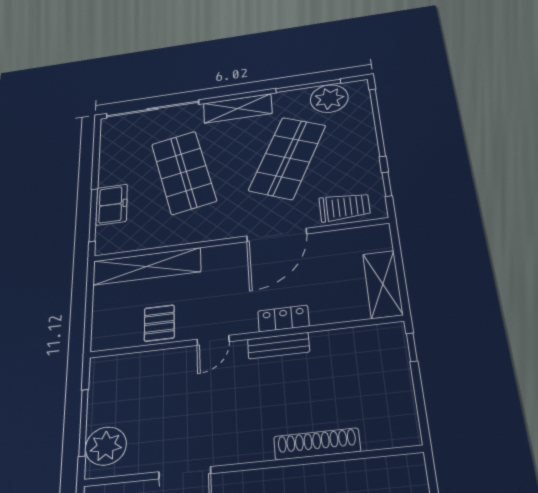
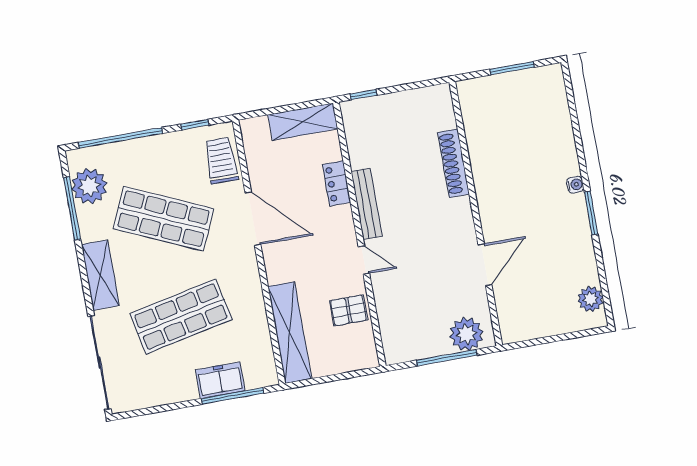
locker: (283, 319) -> (337, 183), moved
bench: (278, 346) -> (367, 204), width x1.36

